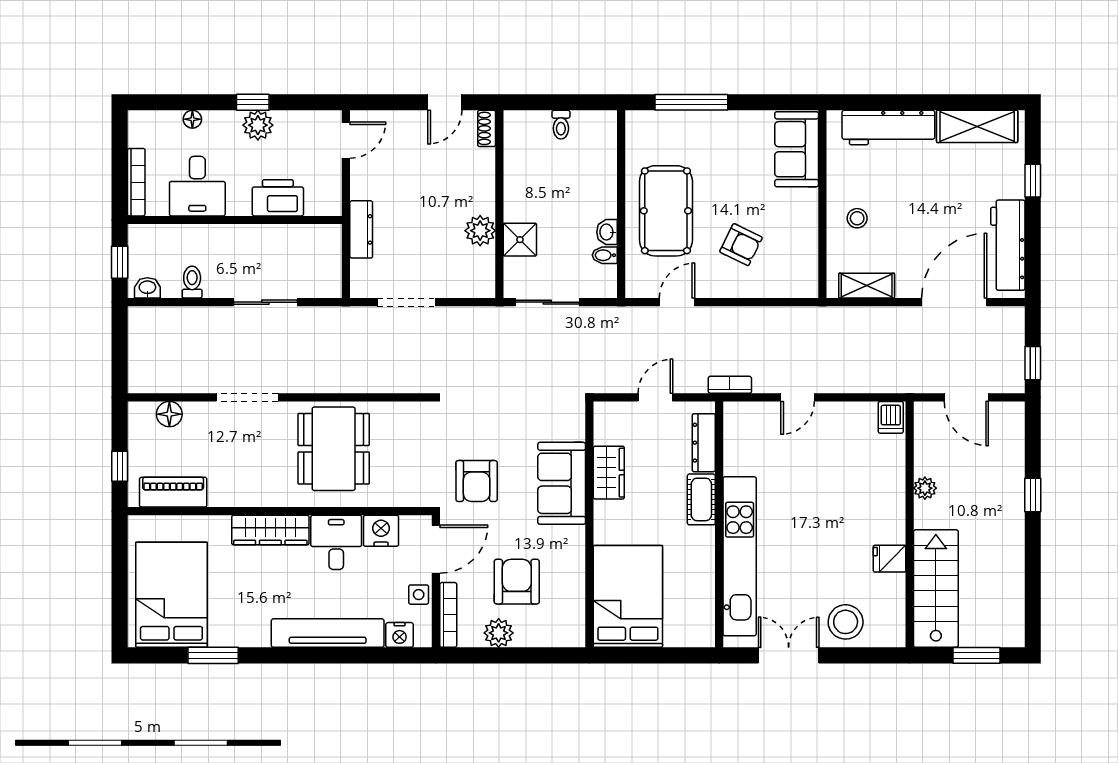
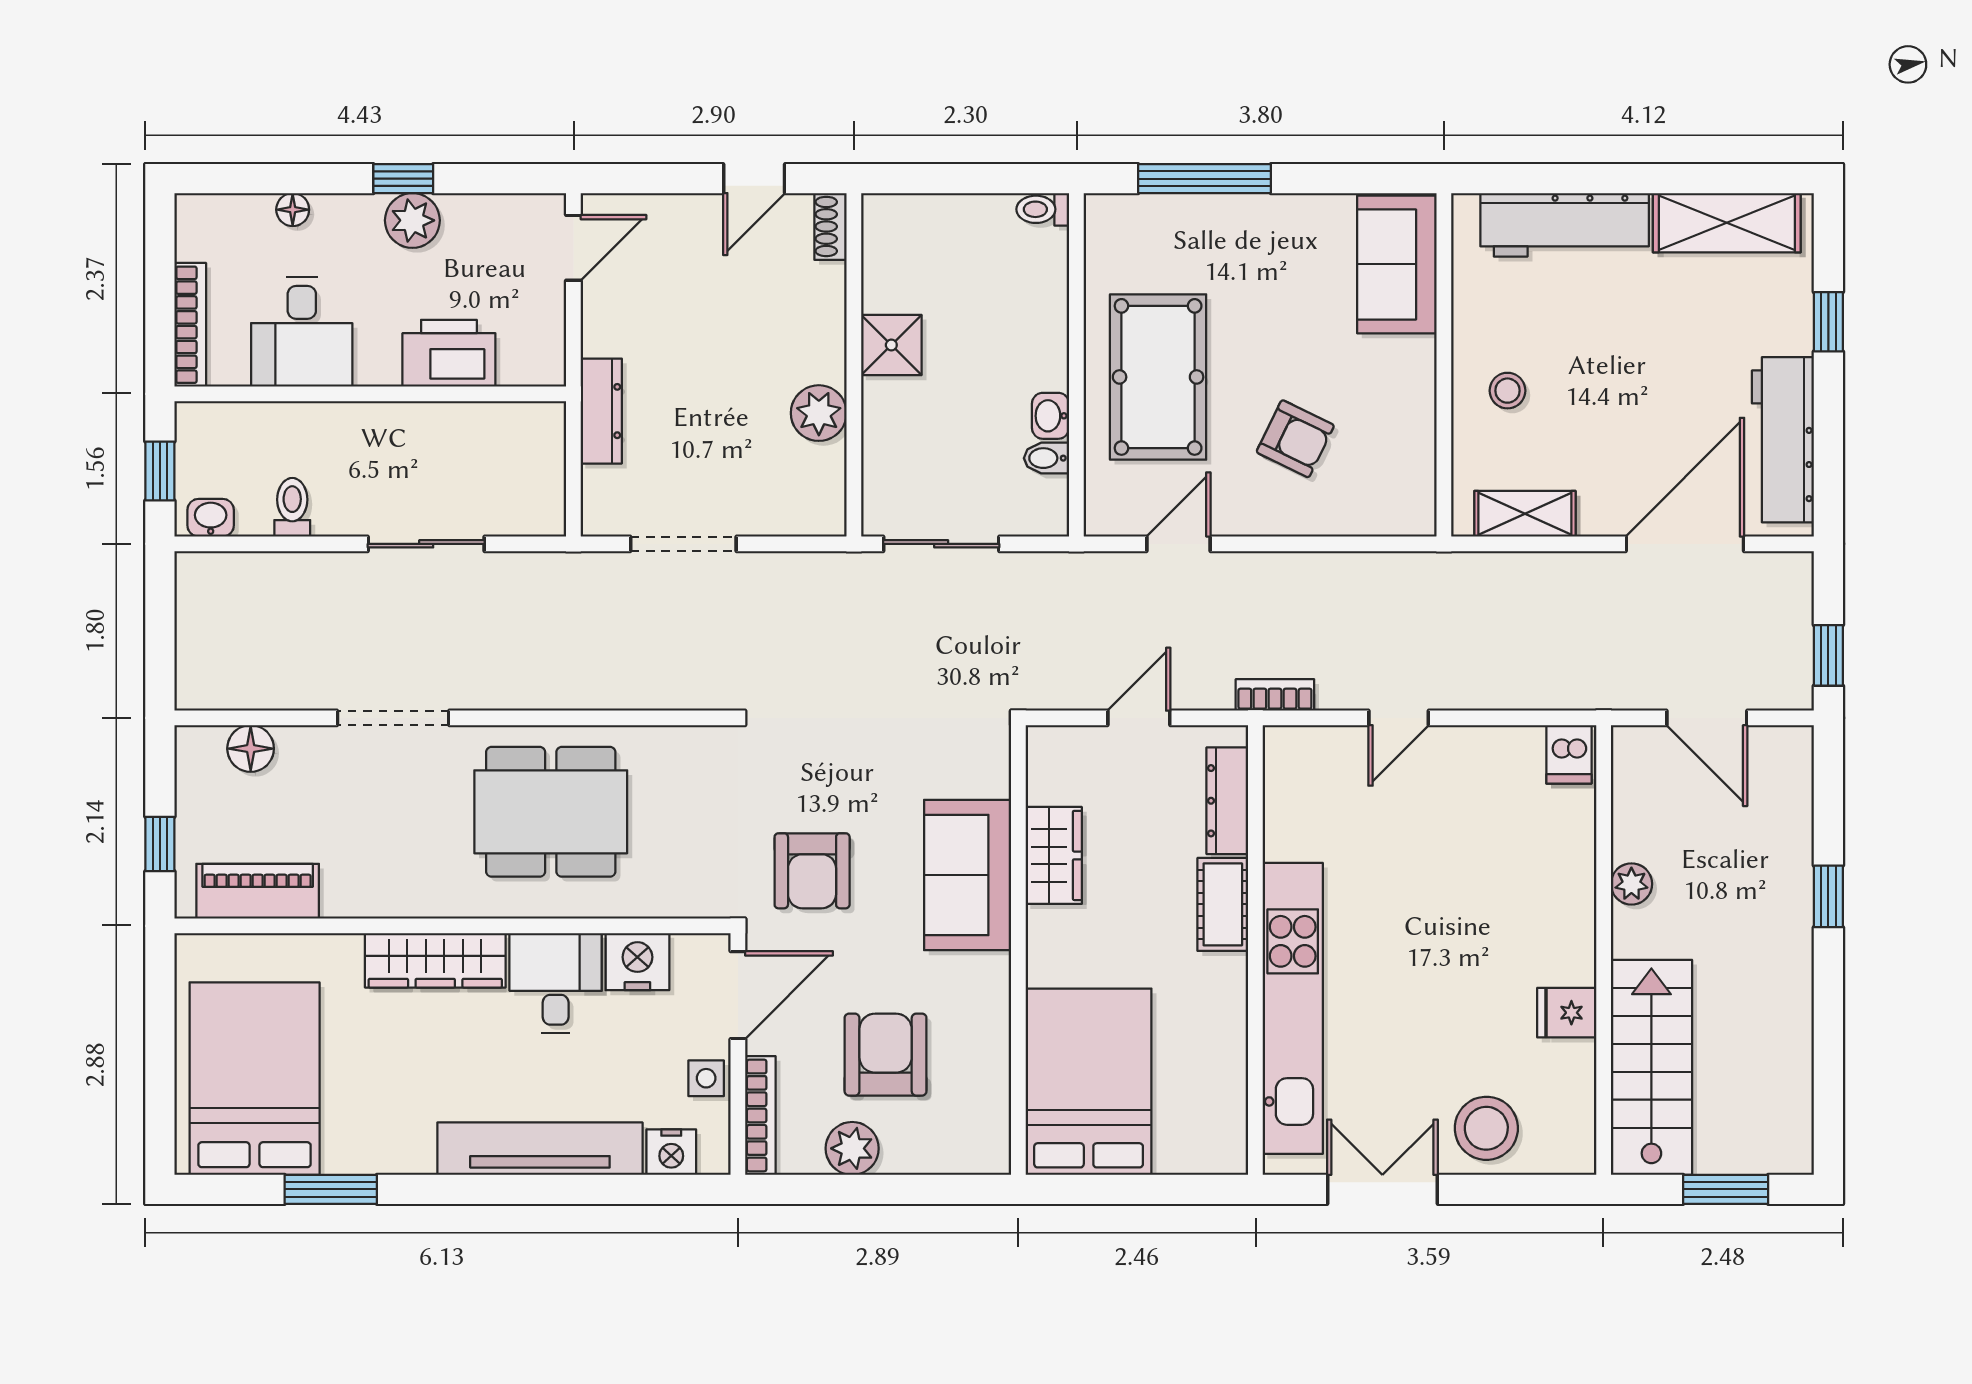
toilet: (561, 125) -> (1043, 209), moved, turned 90
shower: (520, 240) -> (891, 345), moved
dining table: (334, 449) -> (551, 812), turned 90

